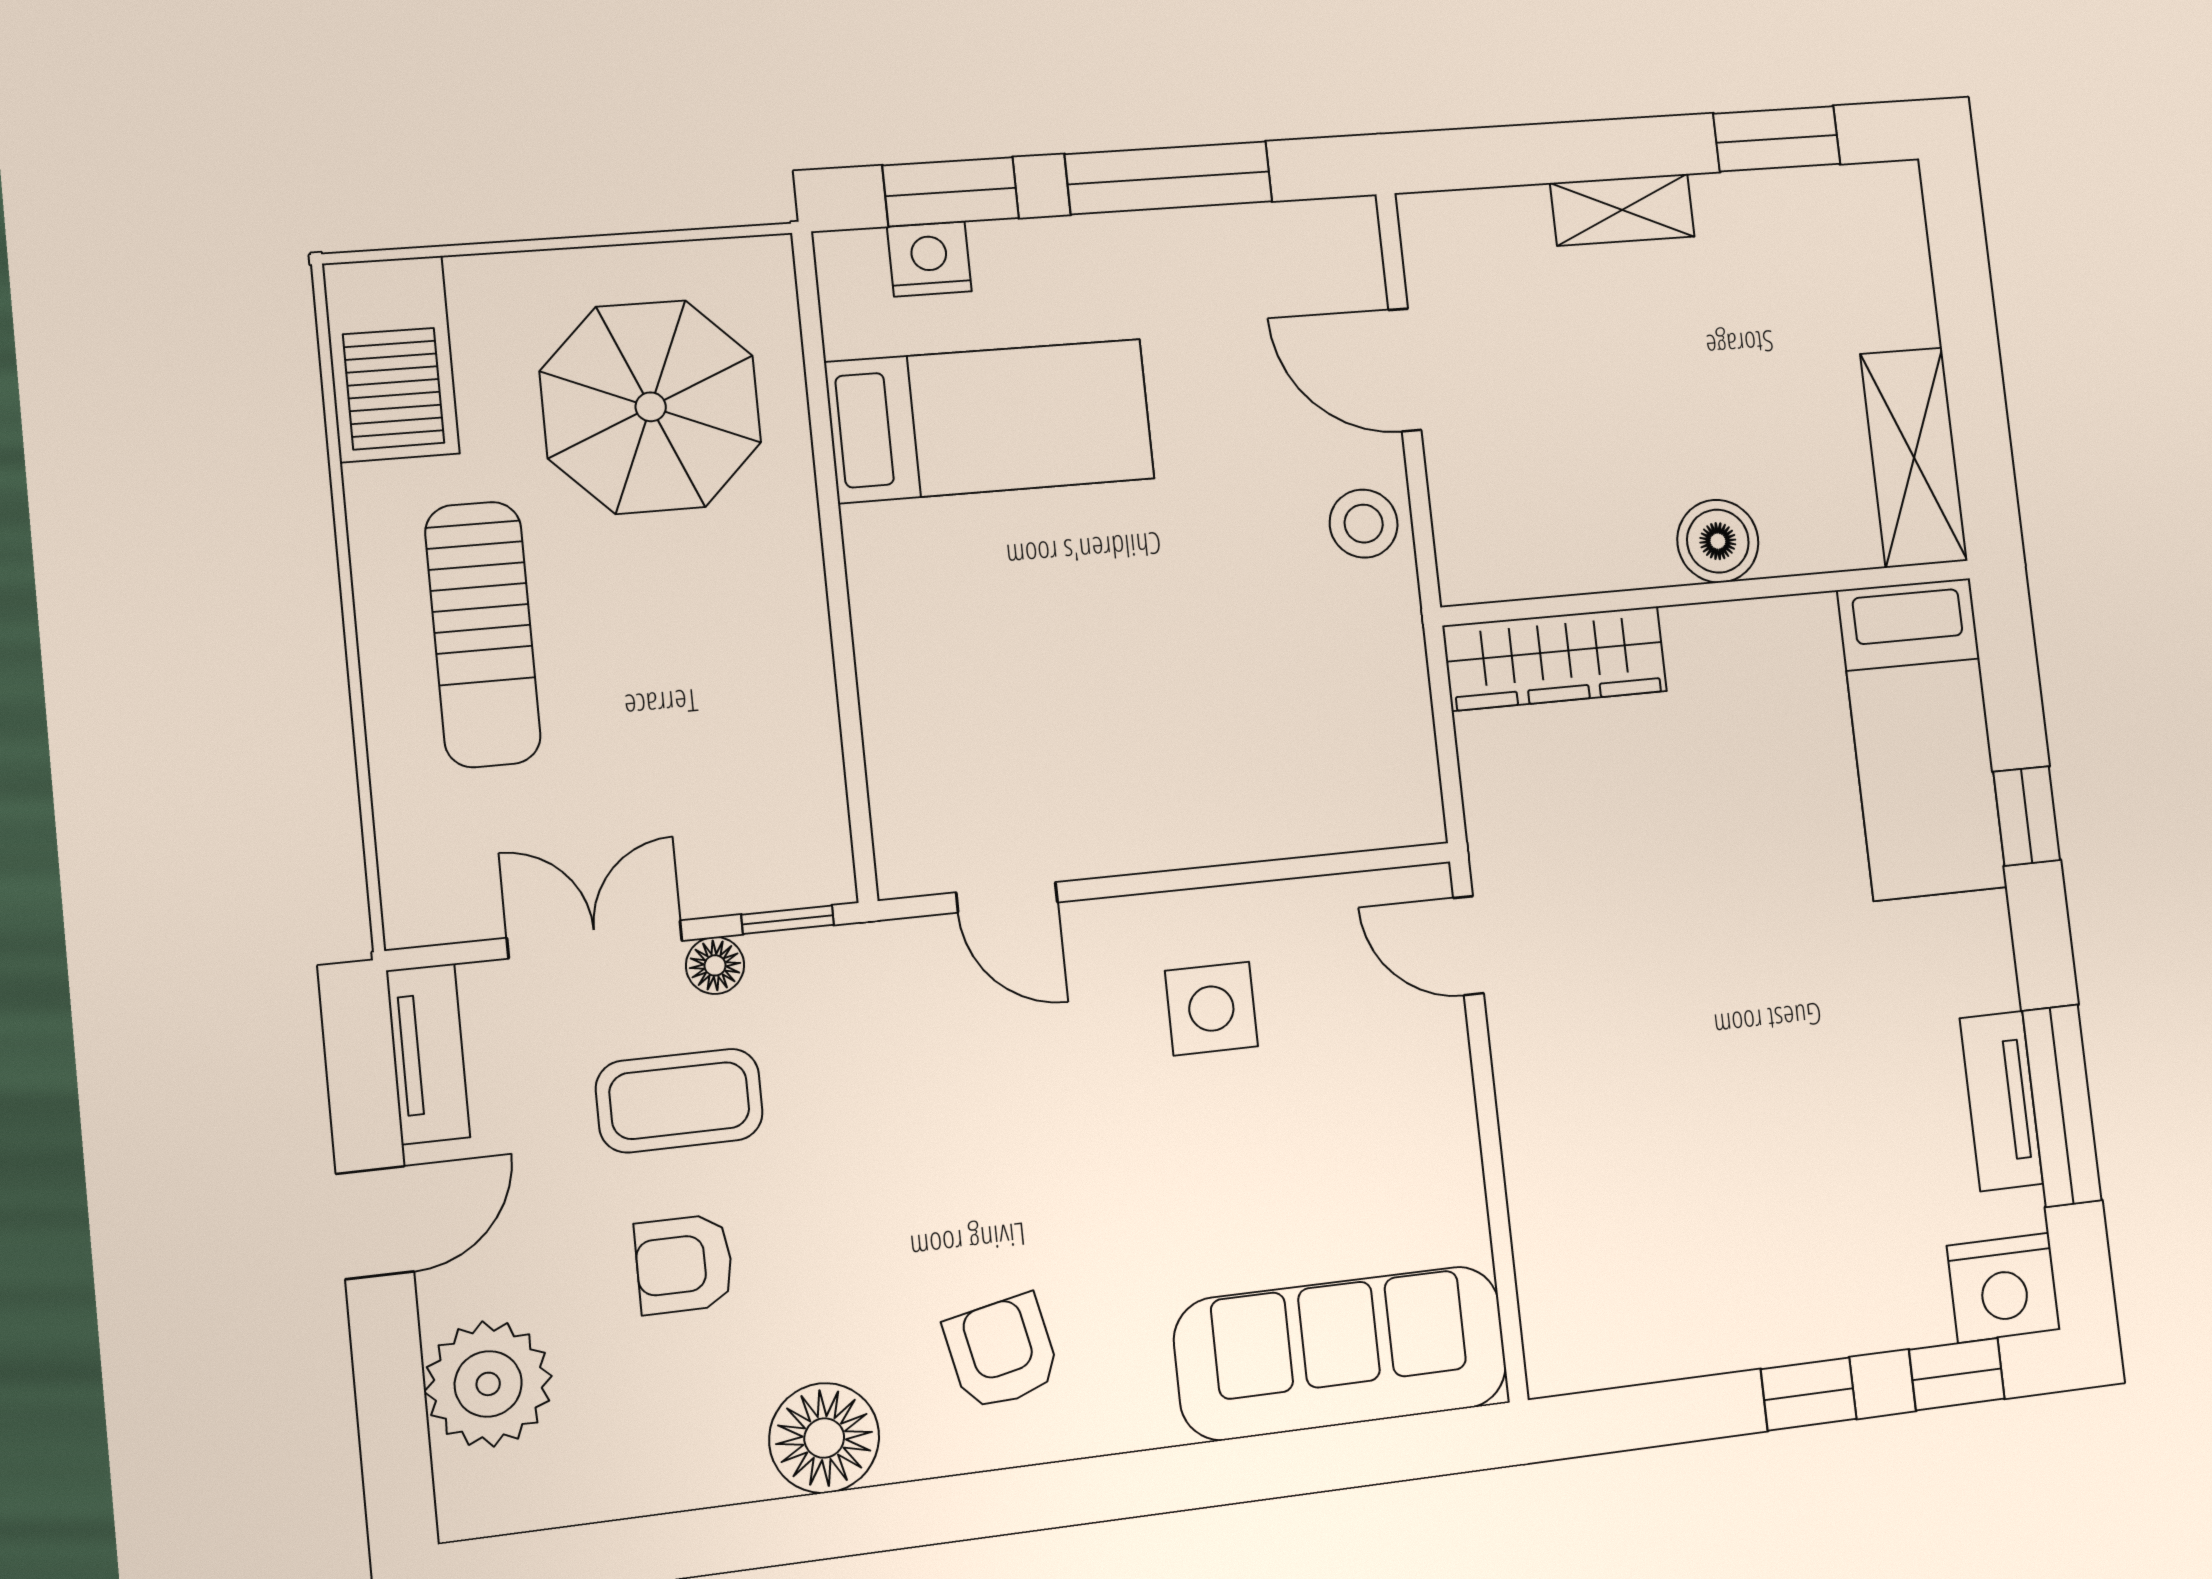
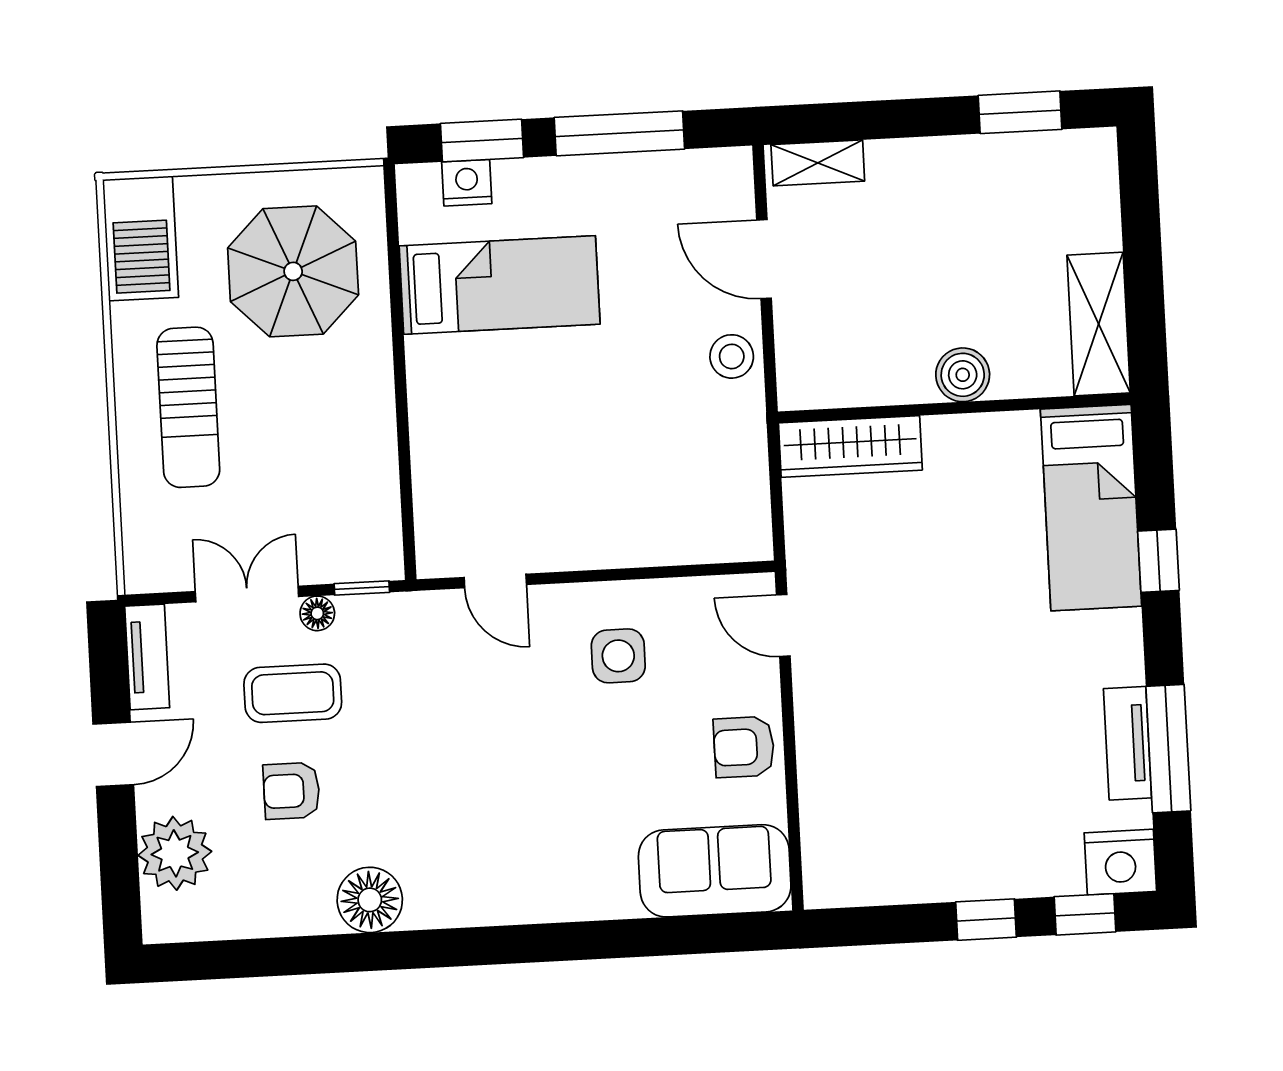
shelving: (1622, 210) -> (818, 163), moved
armchair: (1002, 1352) -> (744, 747), moved, turned -78
sofa: (1341, 1353) -> (715, 871), width x0.73

